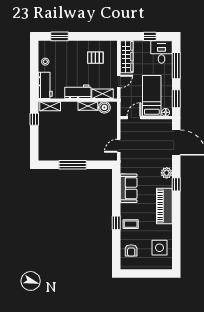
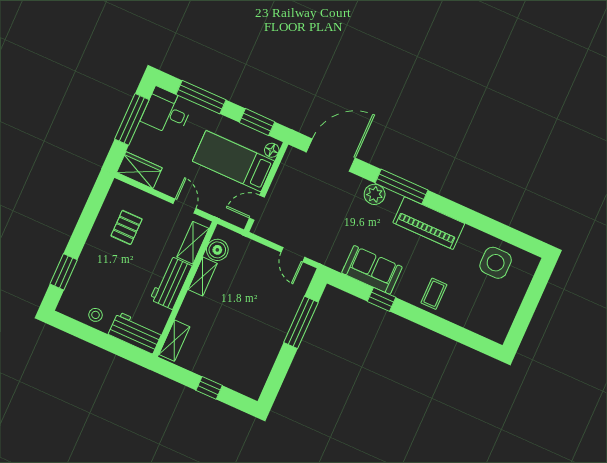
window: (150, 36) -> (132, 119), width x2.17
wardrobe: (127, 57) -> (139, 170), width x0.67
door: (134, 118) -> (257, 208), hinge flipped
window: (34, 119) -> (209, 388), moved
window: (73, 165) -> (301, 322), moved
window: (176, 184) -> (401, 187), width x2.17
window: (116, 223) -> (381, 299), moved
armchair: (131, 250) -> (479, 313), removed

